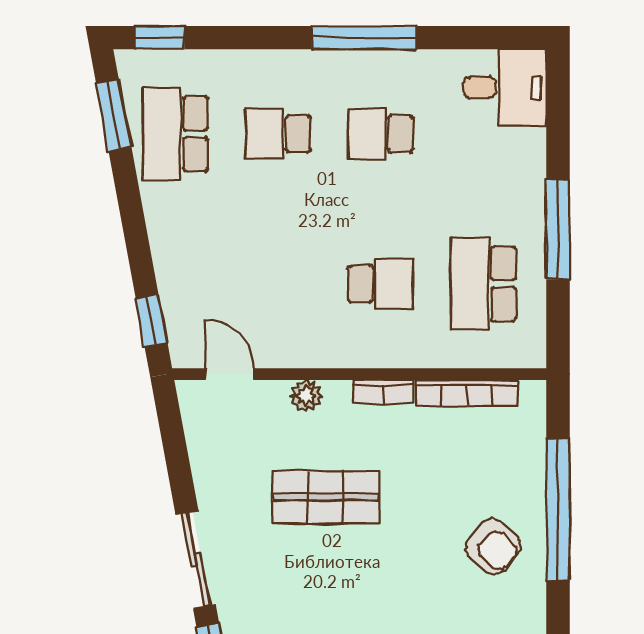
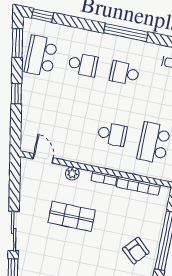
school desk: (278, 134) -> (83, 64), turned 180
window: (152, 321) -> (16, 94), moved

